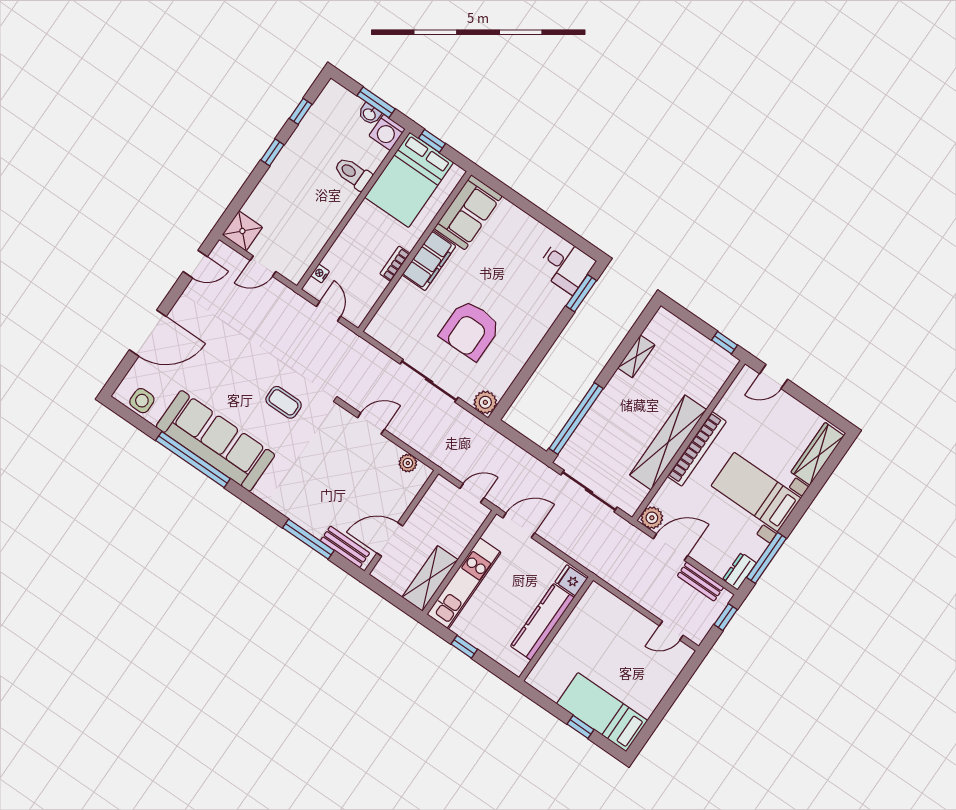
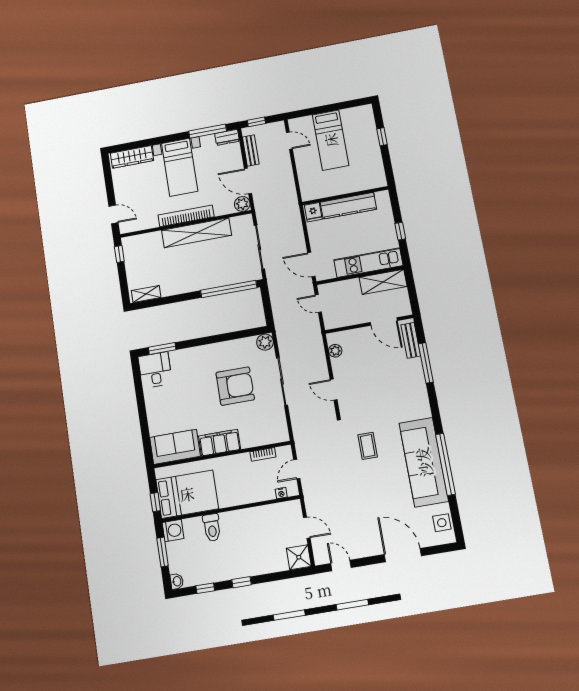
washbasin: (370, 114) -> (177, 581), moved
bookcase: (395, 264) -> (263, 454), moved
shelving: (636, 356) -> (146, 294), moved
bed: (602, 712) -> (331, 140), moved

